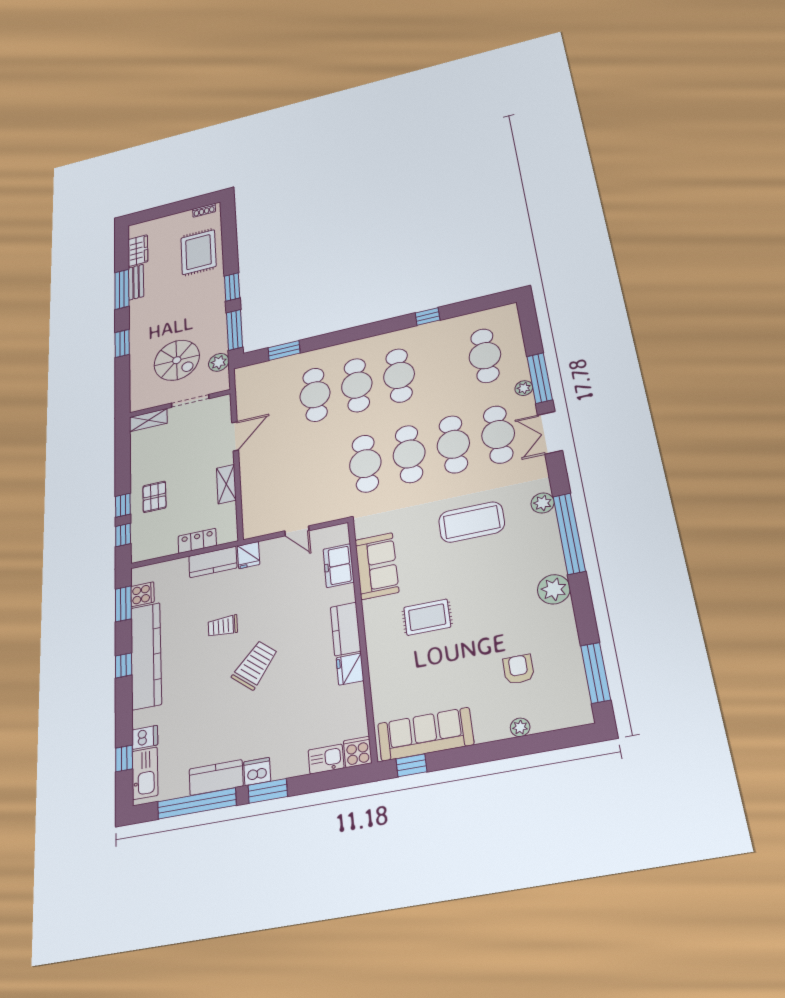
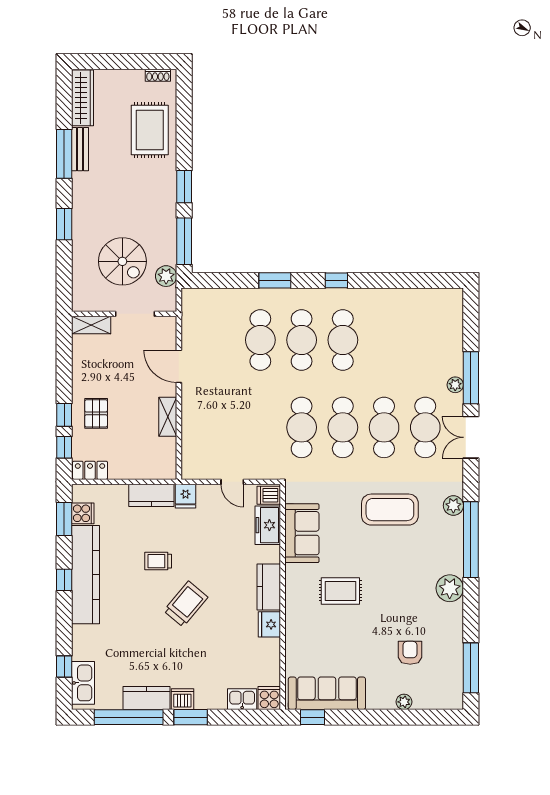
wardrobe: (138, 251) -> (83, 98), width x1.50
window: (428, 316) -> (336, 280), moved
window: (284, 350) -> (275, 280), moved
cafe table: (485, 356) -> (425, 340), removed
door: (235, 436) -> (179, 366), swing flipped
locker: (197, 541) -> (90, 470), moved
dishwasher: (145, 737) -> (269, 495), moved, turned 180

